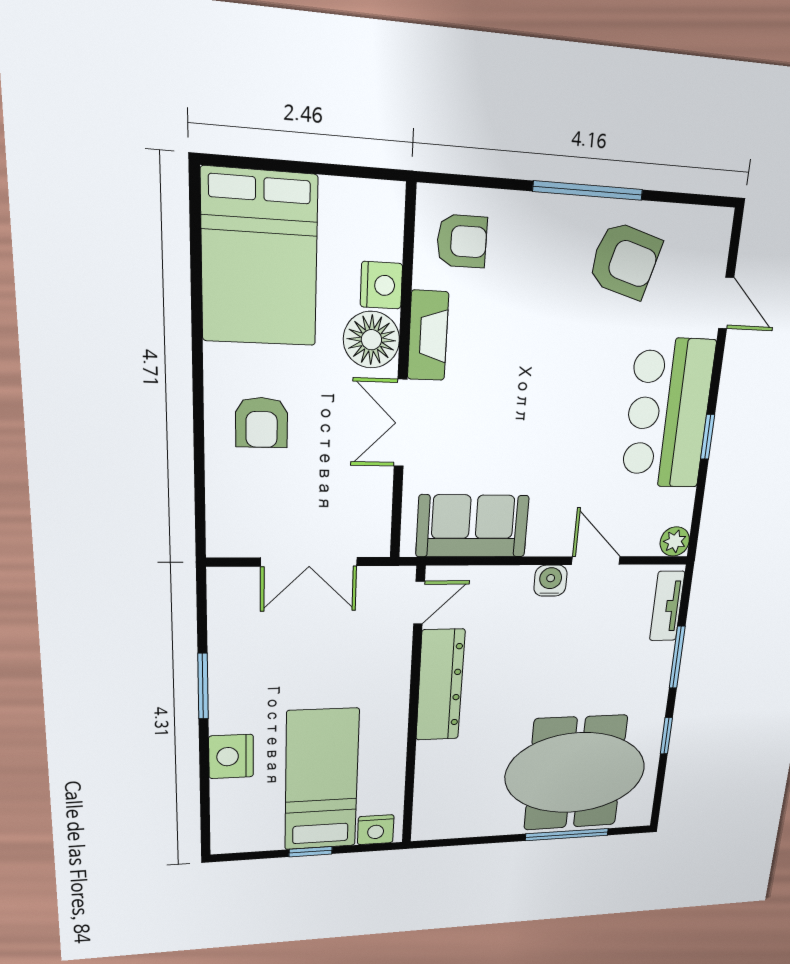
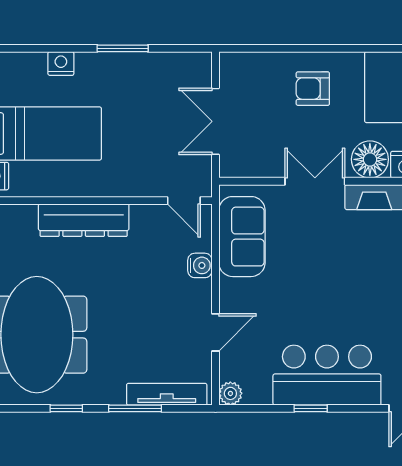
water cooler: (550, 581) -> (200, 265), moved
tv unit: (667, 606) -> (167, 394), width x1.41
dresser: (440, 685) -> (84, 220), moved
nightstand: (231, 756) -> (61, 64), width x0.74, depth x0.75

